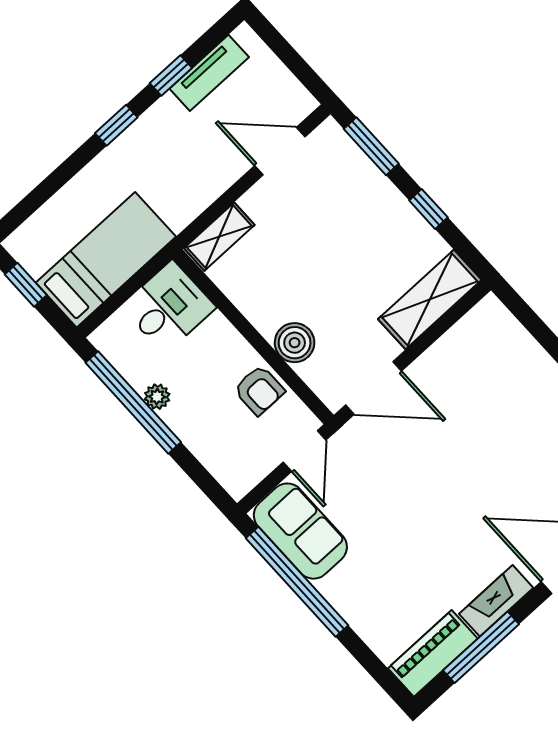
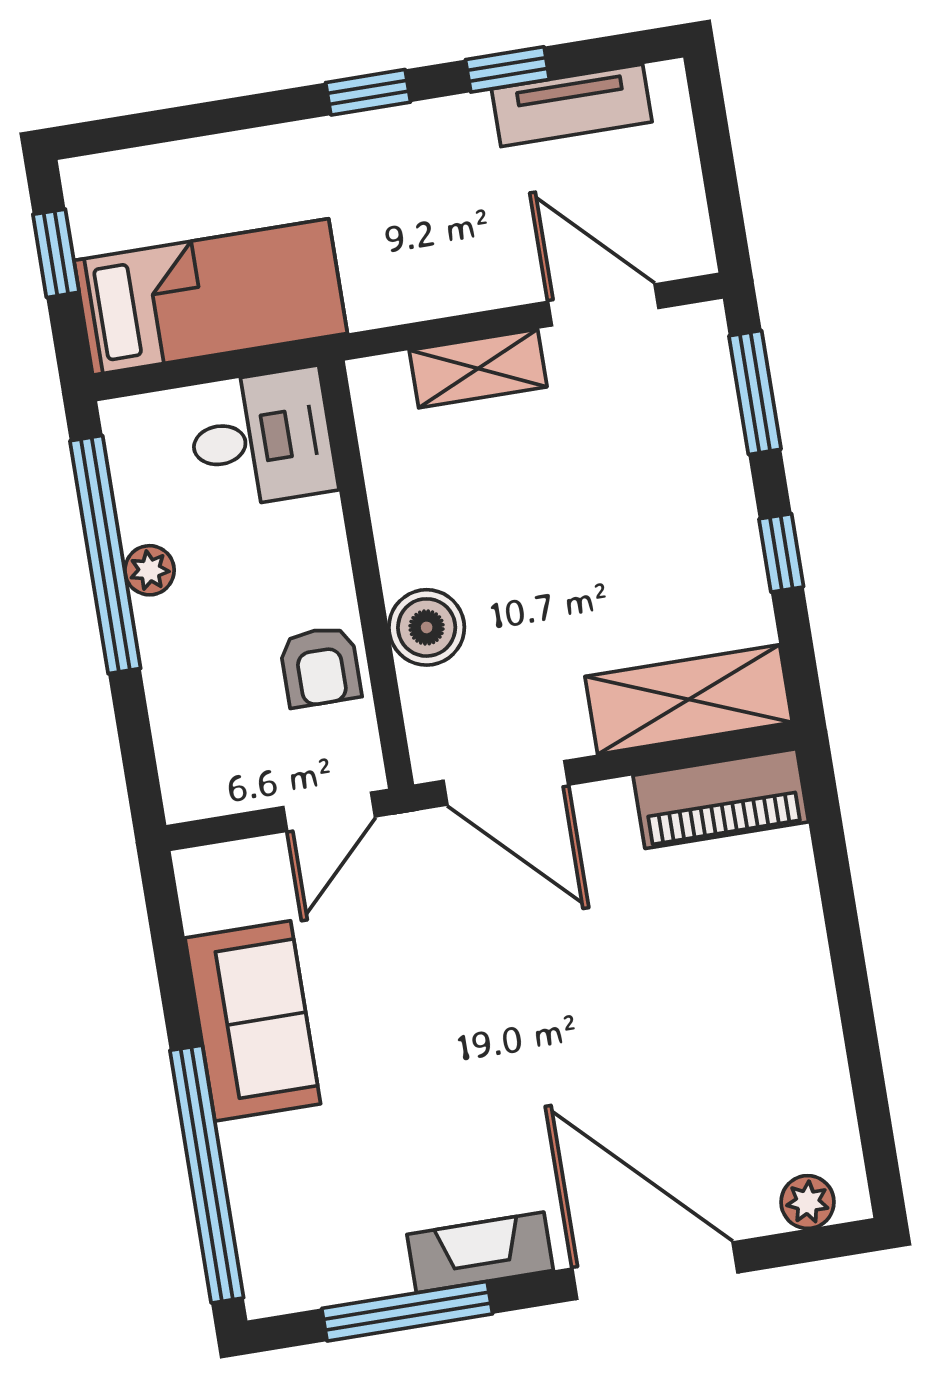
shelving: (219, 237) -> (478, 368), moved
sofa: (300, 531) -> (253, 1021), moved
window: (297, 582) -> (207, 1174), moved
piano: (433, 653) -> (721, 799), moved, turned 180

